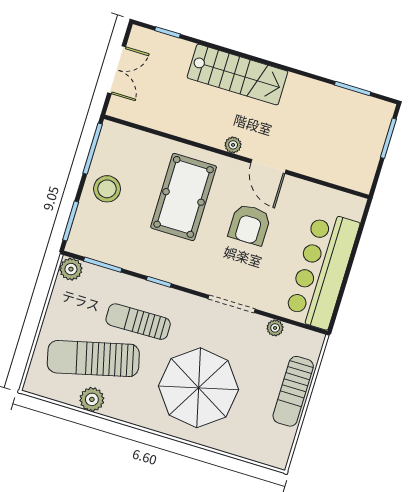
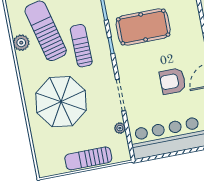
pool table: (184, 197) -> (143, 27), moved

